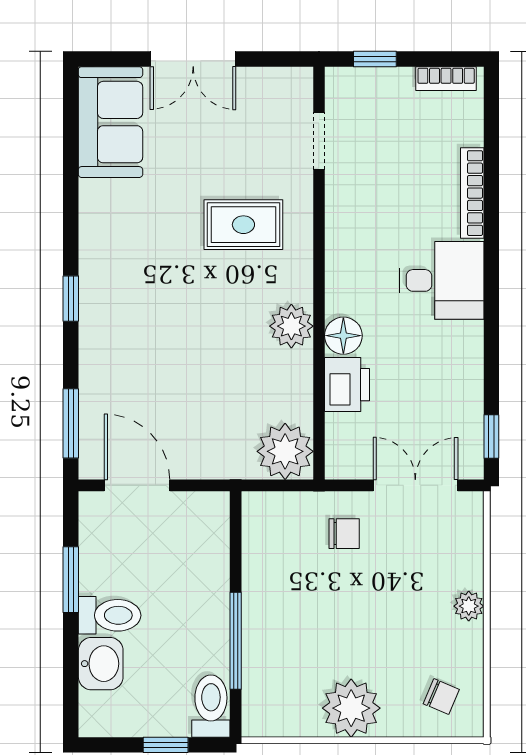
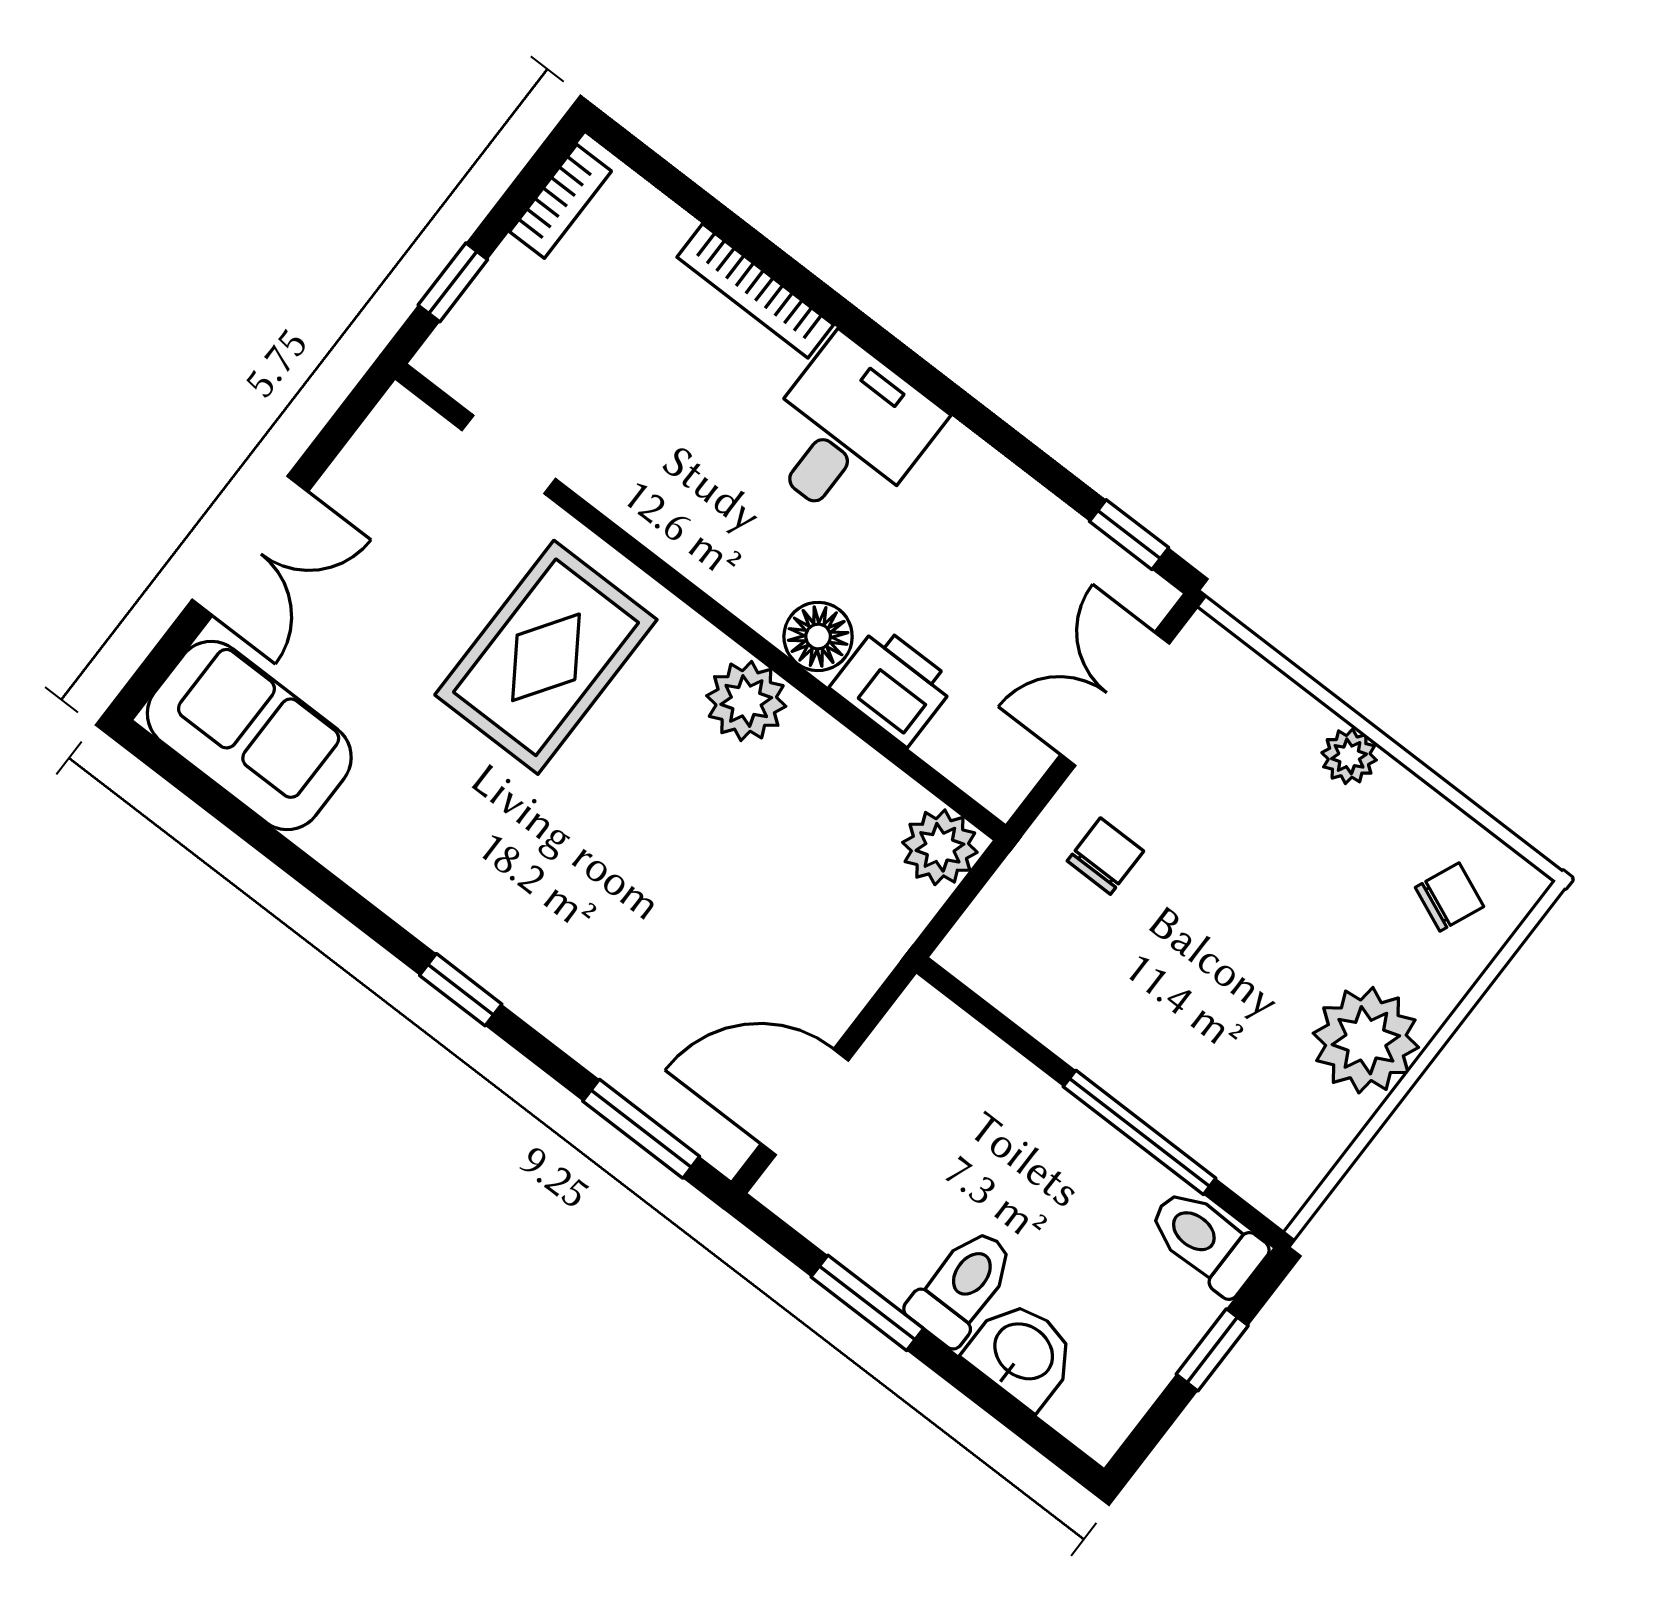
rug: (243, 225) -> (546, 657), width x1.36, depth x1.43
plant: (285, 451) -> (940, 847), width x0.73, depth x0.73

